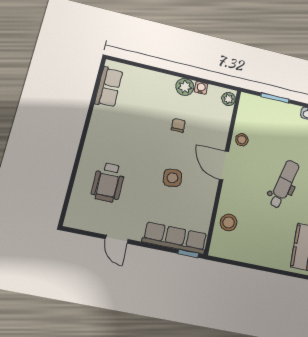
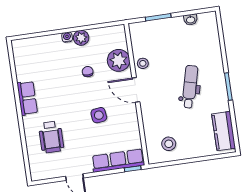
row of seats: (109, 87) -> (27, 98), moved
water cooler: (201, 88) -> (67, 37), moved
plant: (229, 99) -> (119, 60), moved, width x1.87, depth x1.87
stool: (229, 222) -> (169, 144), moved

